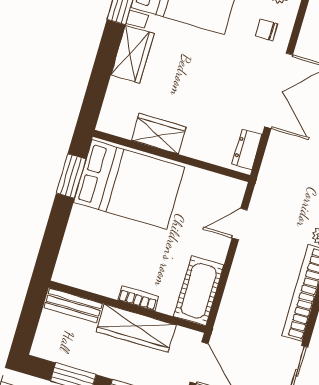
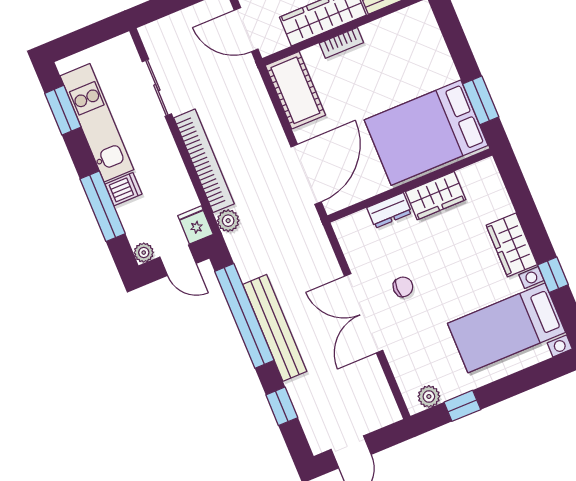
chair: (266, 30) -> (403, 287), moved
dresser: (247, 149) -> (389, 210), moved, turned 90
door: (240, 224) -> (306, 174), width x1.88

